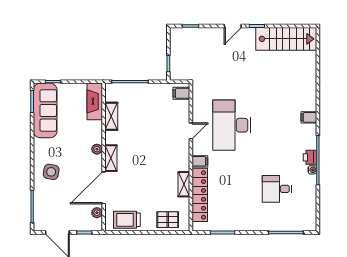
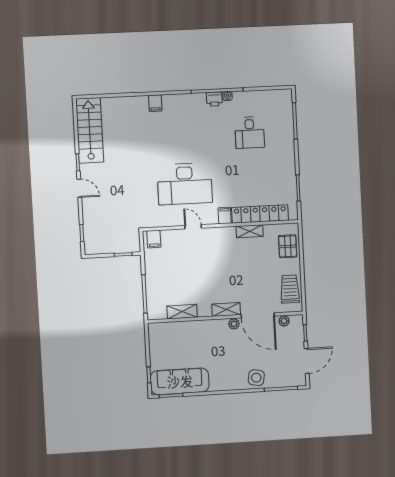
fireplace: (95, 101) -> (167, 330), removed
filing cabinet: (309, 117) -> (155, 103), moved
plant: (97, 149) -> (234, 324), moved
side table: (51, 172) -> (256, 378), moved
trolley: (127, 220) -> (290, 289), turned 180

